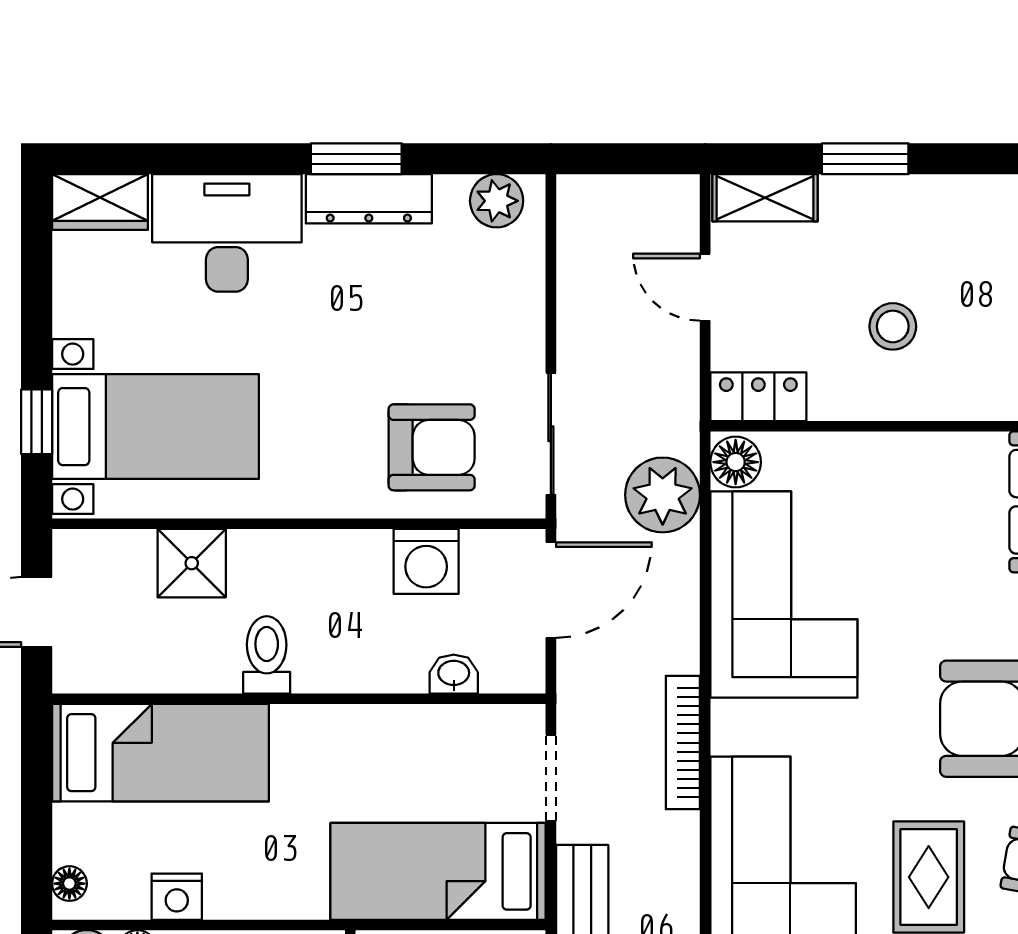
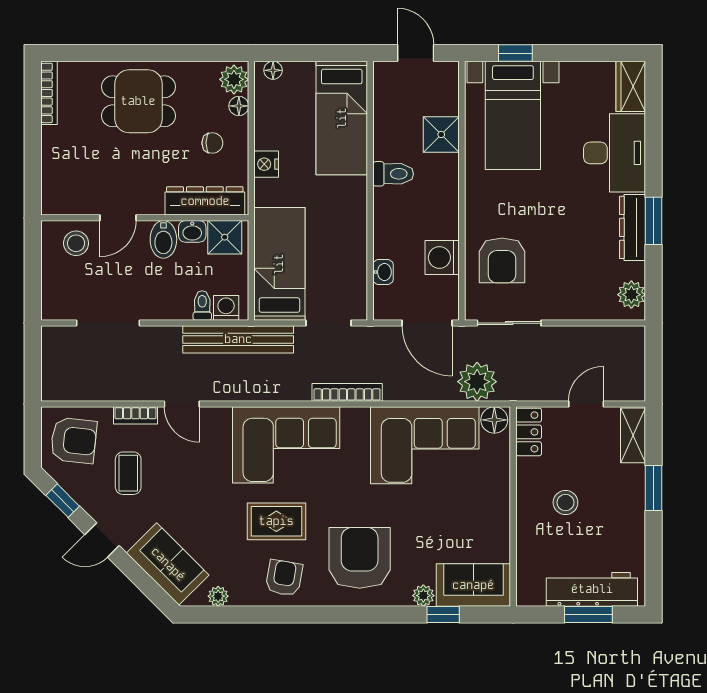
nightstand: (177, 897) -> (266, 164), moved

